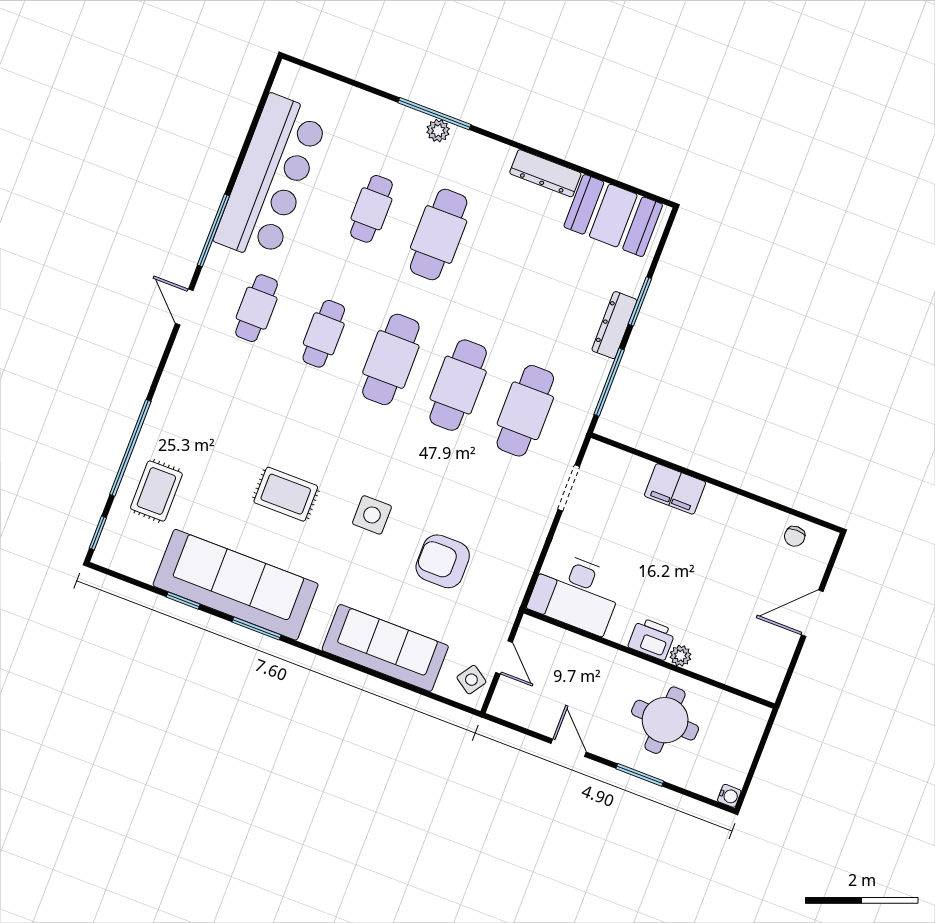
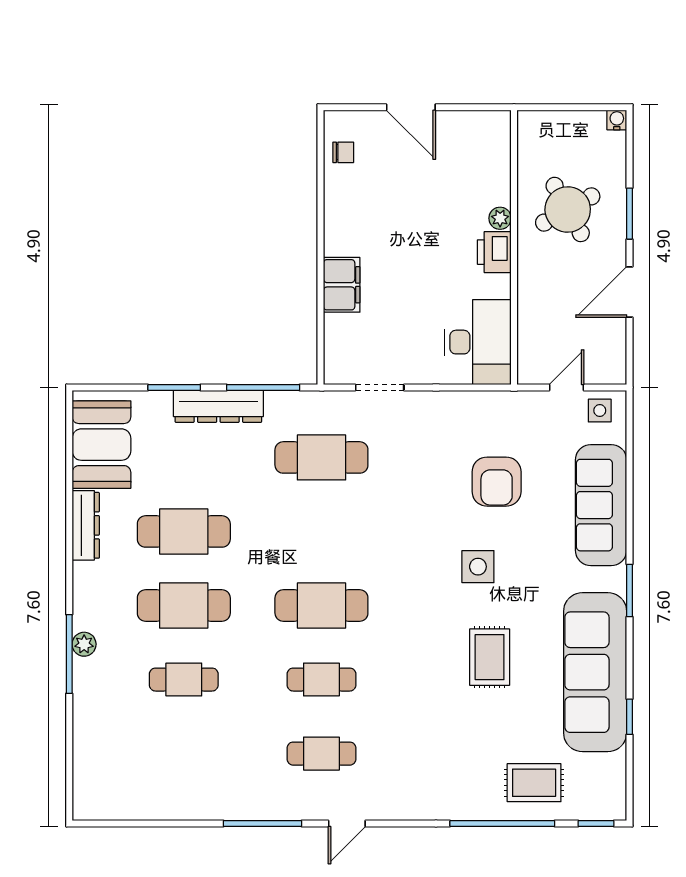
bar counter: (271, 178) -> (191, 787), removed
dresser: (614, 325) -> (218, 406), width x1.37, depth x1.24
cafe table: (458, 385) -> (184, 531), moved
window: (257, 629) -> (630, 591), moved
side table: (471, 680) -> (600, 411), turned -34
round table: (665, 720) -> (568, 209), turned -32
door: (569, 748) -> (630, 292), width x1.38

